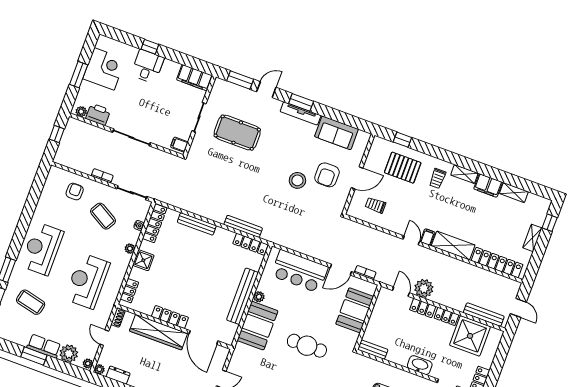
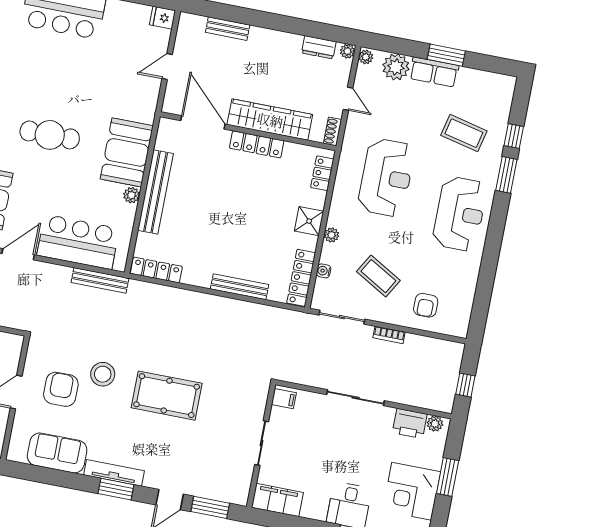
pool table: (237, 133) -> (167, 396), moved
bench: (243, 226) -> (100, 280), moved

